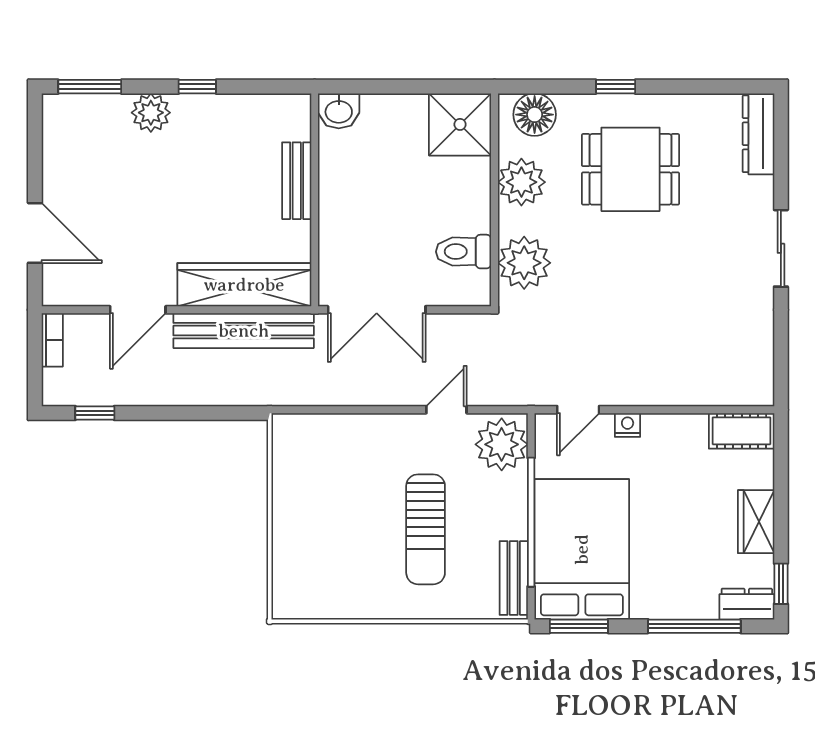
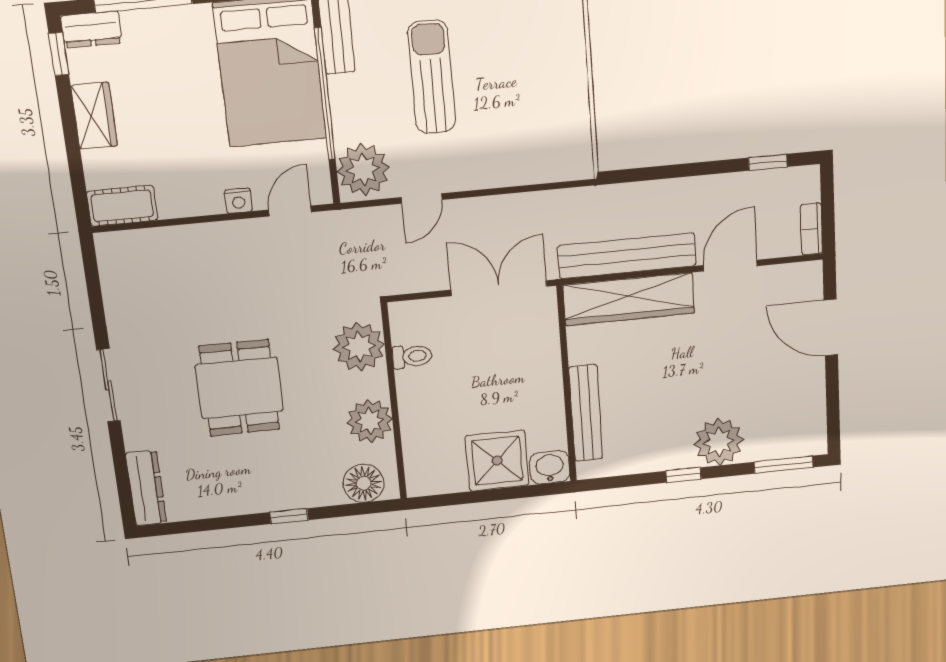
plant: (151, 113) -> (719, 442), width x1.36, depth x1.36
shower: (460, 124) -> (497, 461), moved
dining table: (631, 169) -> (239, 388), moved, turned 90
bench: (297, 181) -> (586, 413), width x1.36
toilet: (463, 252) -> (412, 356), width x0.73, depth x0.72

